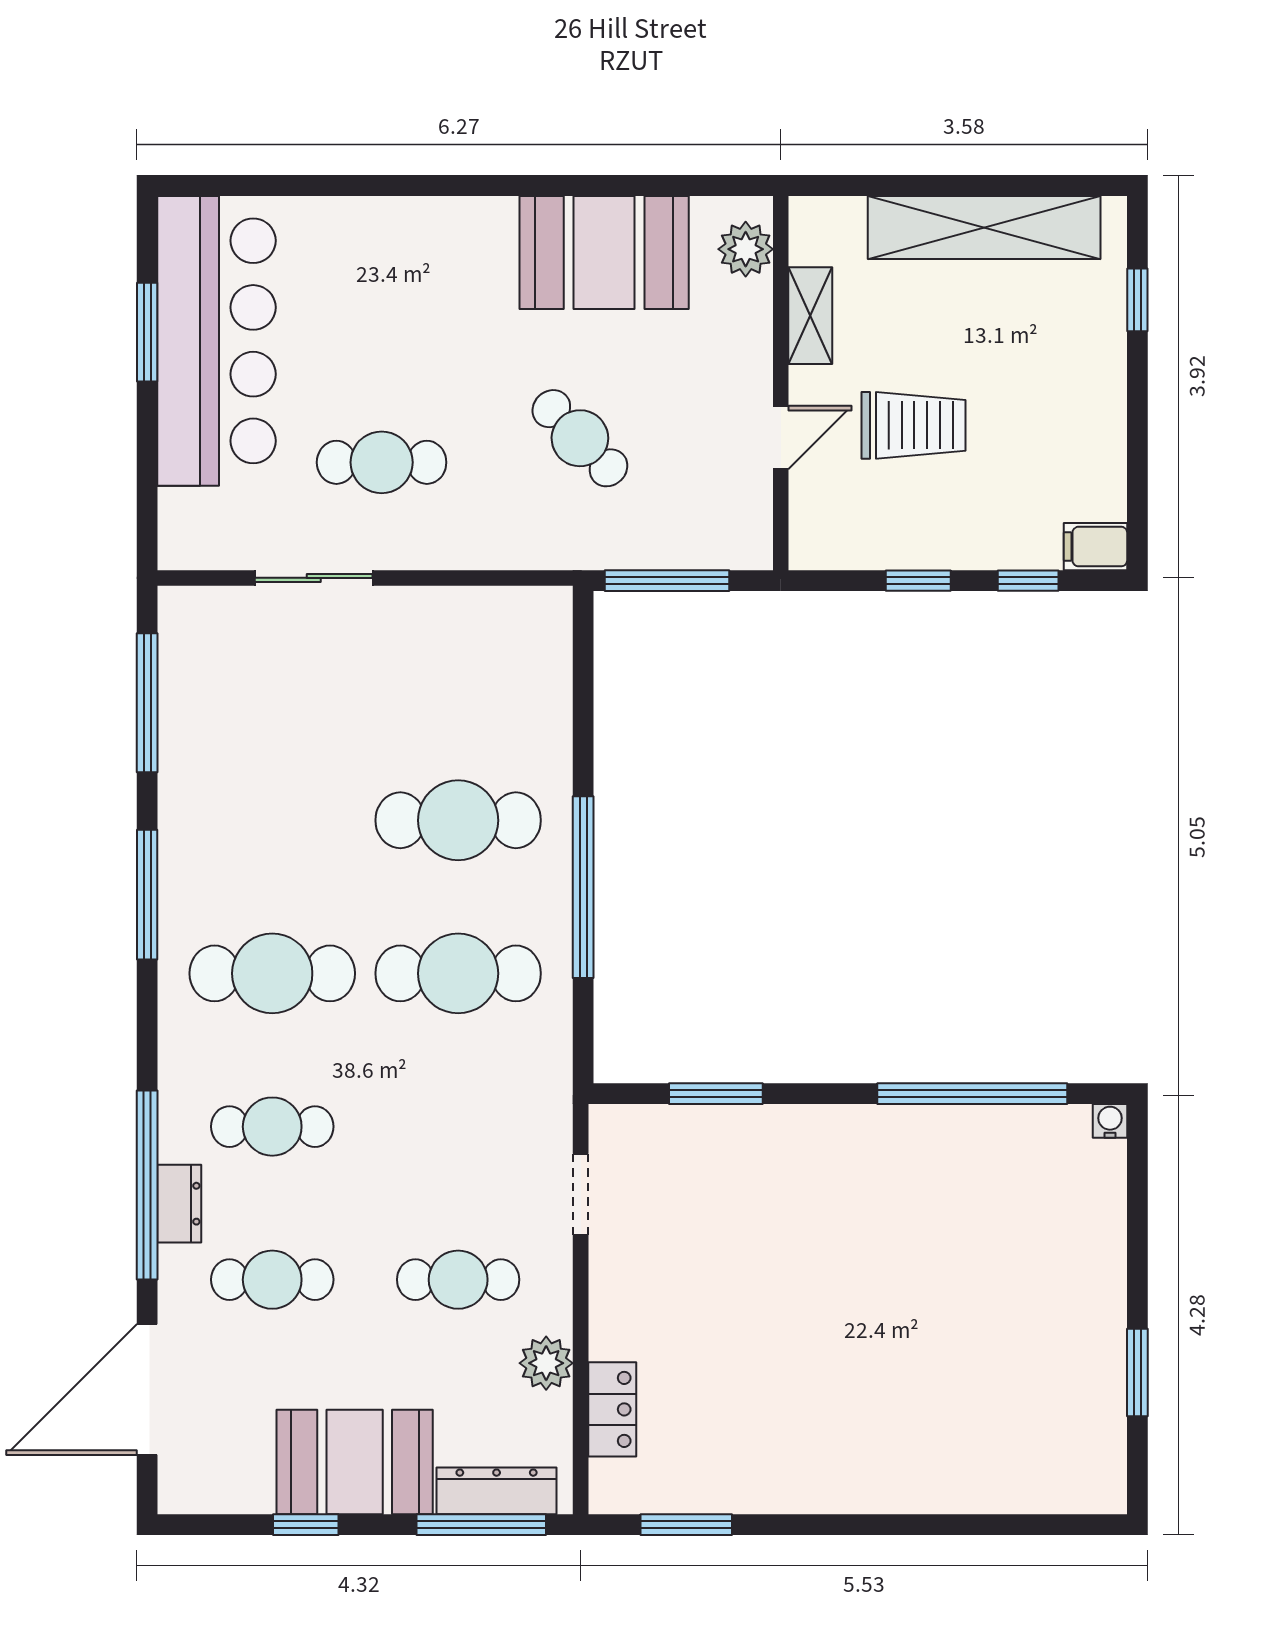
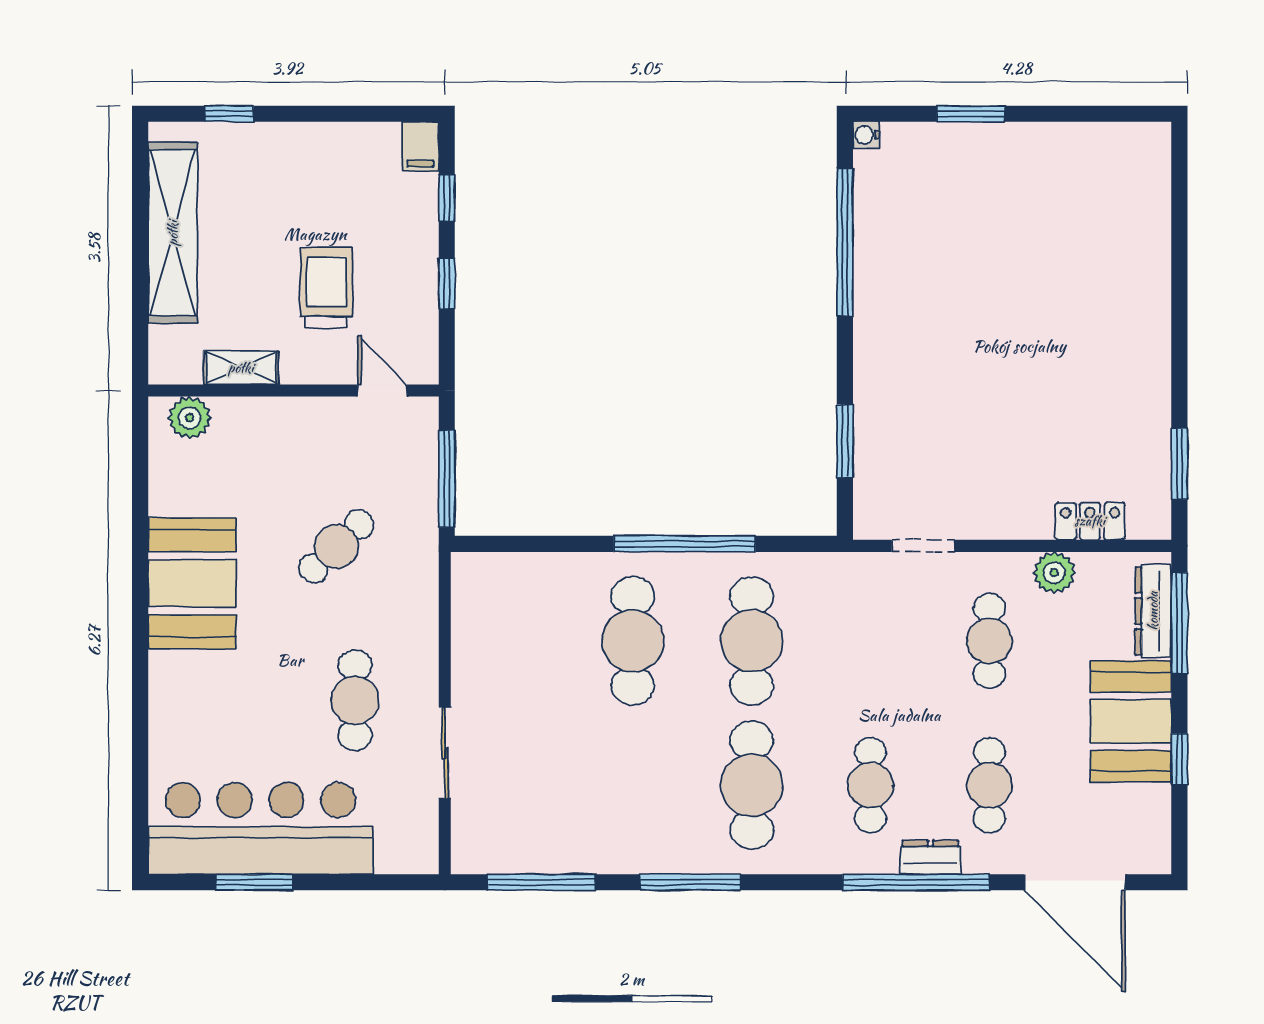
booth: (604, 252) -> (192, 583), moved
door: (781, 437) -> (382, 390), moved
window: (1137, 1372) -> (971, 114), moved

